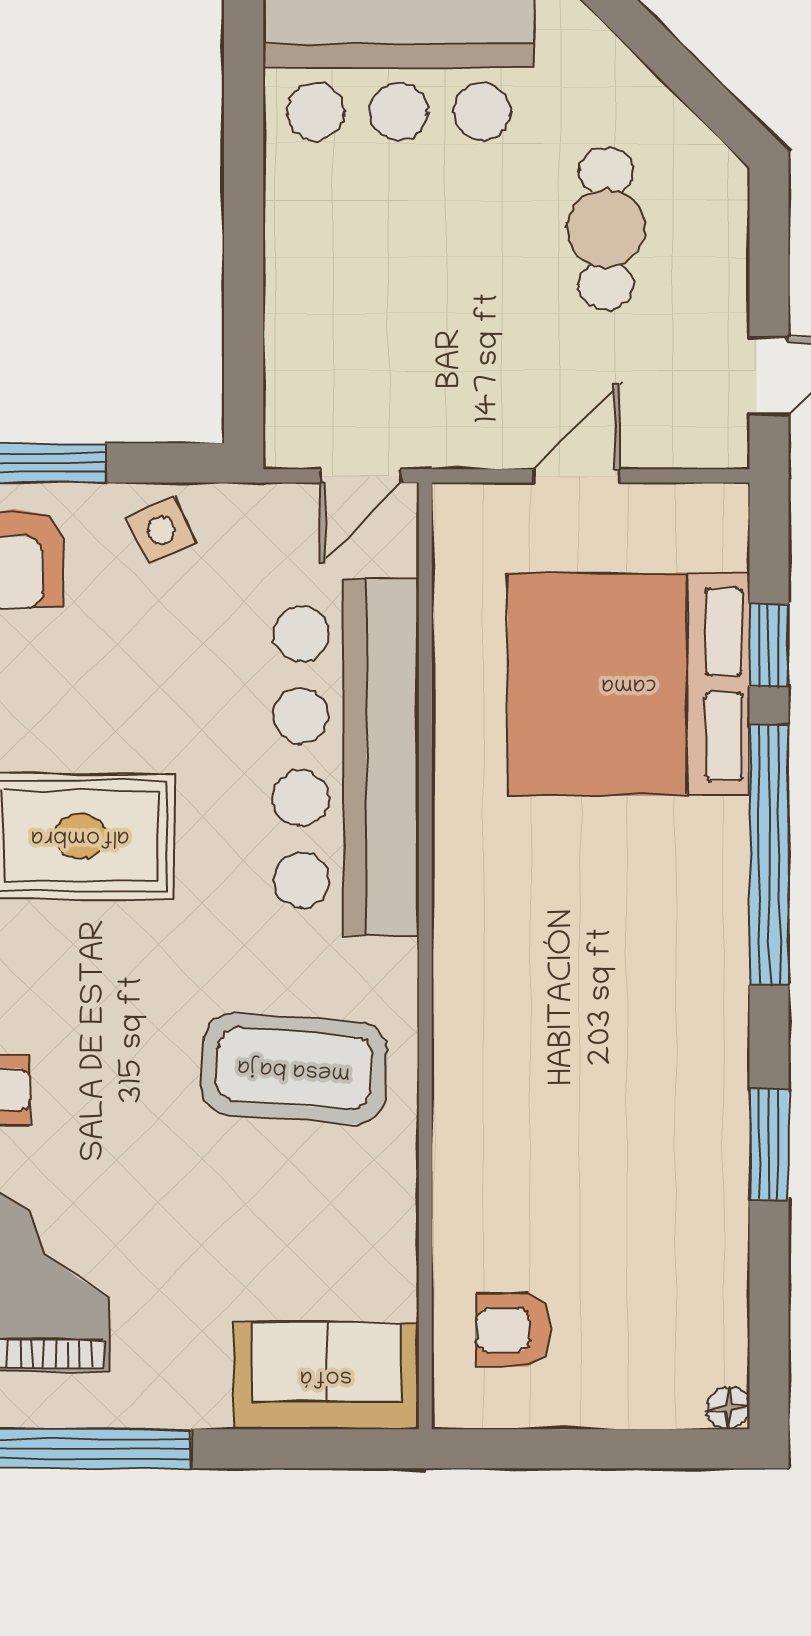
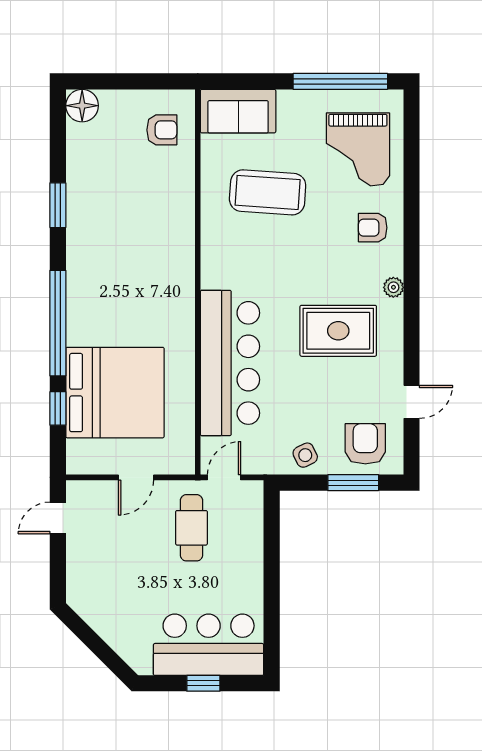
cafe table: (606, 228) -> (191, 528), moved
coffee table: (294, 1069) -> (268, 192), moved
floor lamp: (728, 1408) -> (82, 106), width x1.89, depth x1.89

